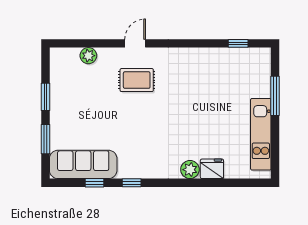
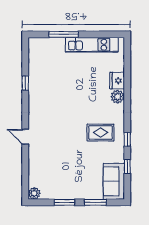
window: (238, 43) -> (25, 83), moved
plant: (88, 56) -> (34, 193), moved
rug: (137, 80) -> (101, 132), moved, turned 90
sofa: (83, 164) -> (114, 181), width x0.73

